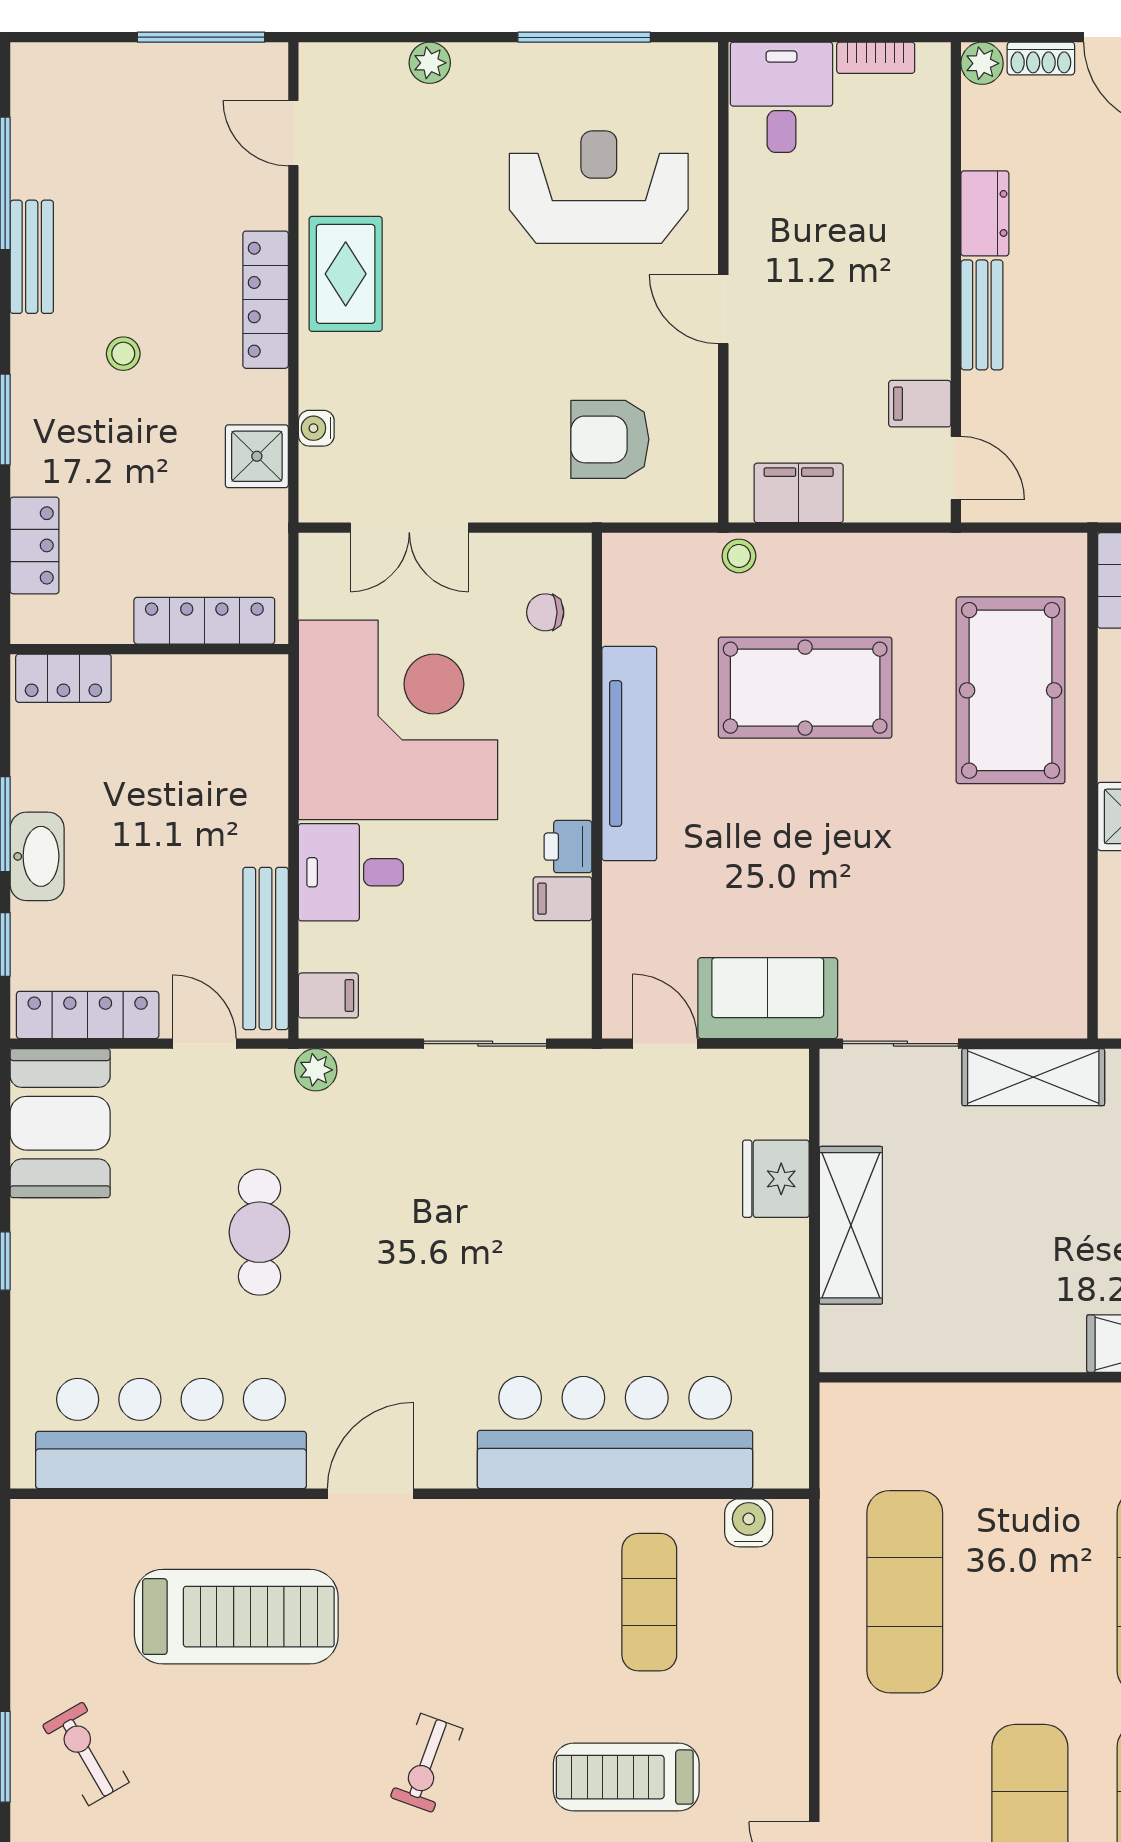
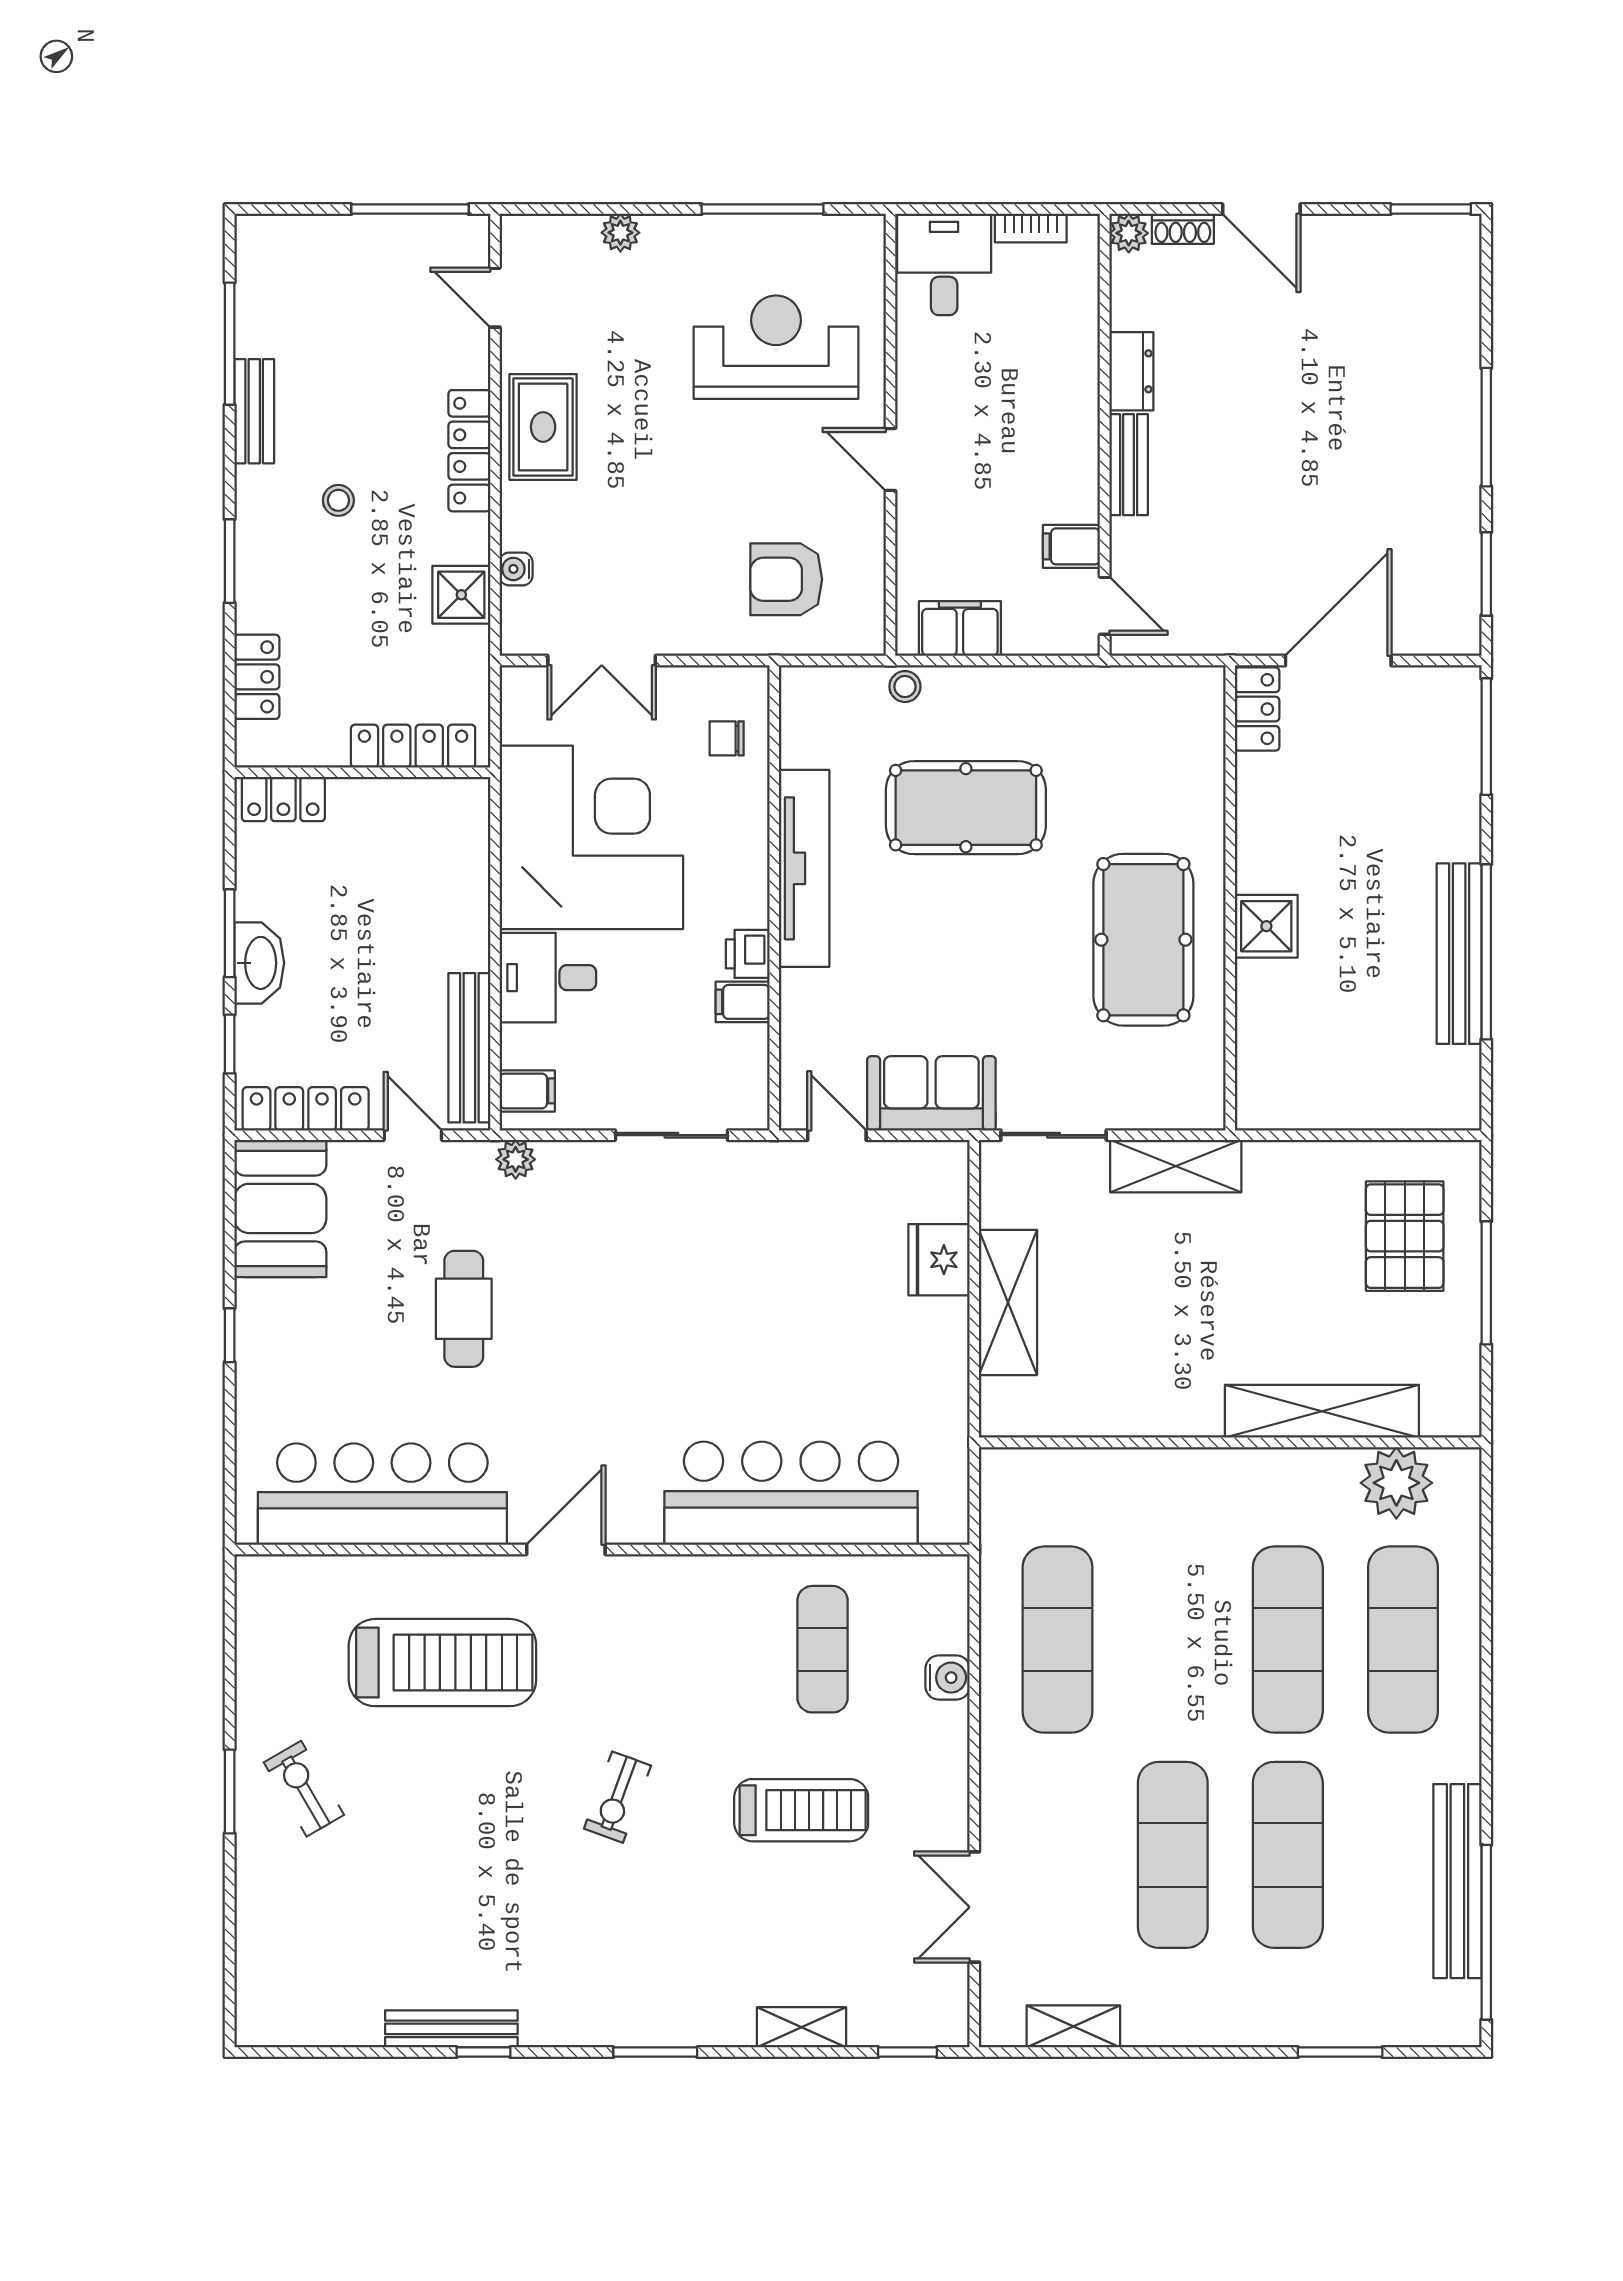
pool table: (1011, 690) -> (1143, 940), moved
water cooler: (749, 1523) -> (948, 1678), moved, turned 90
treadmill: (626, 1777) -> (801, 1810), turned 180

